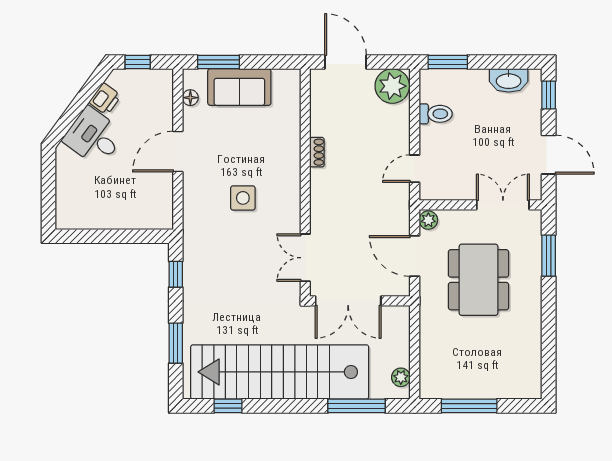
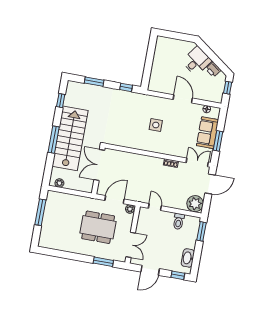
window: (219, 62) -> (218, 141), moved
double door: (305, 258) -> (197, 162), moved
stairs: (280, 372) -> (70, 138), width x0.73
window: (357, 406) -> (54, 140), moved

